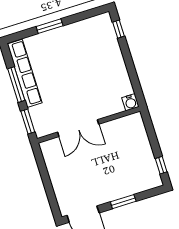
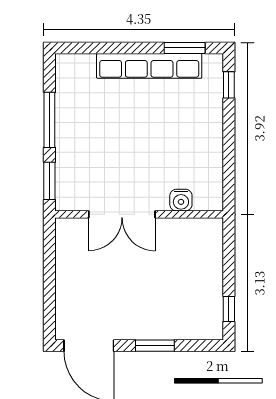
window: (50, 26) -> (185, 48), moved
row of seats: (25, 73) -> (149, 66), moved, turned 90
water cooler: (130, 102) -> (181, 200), moved

